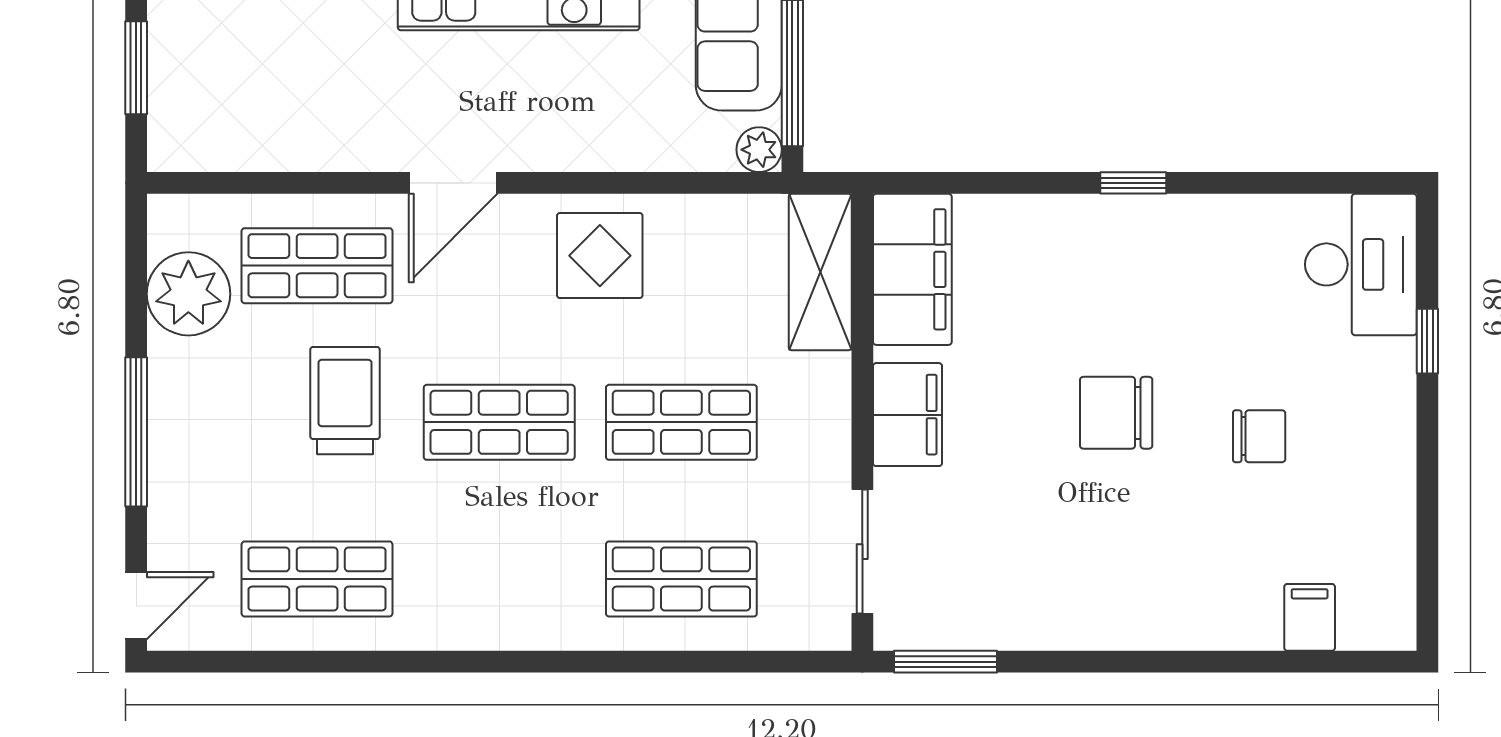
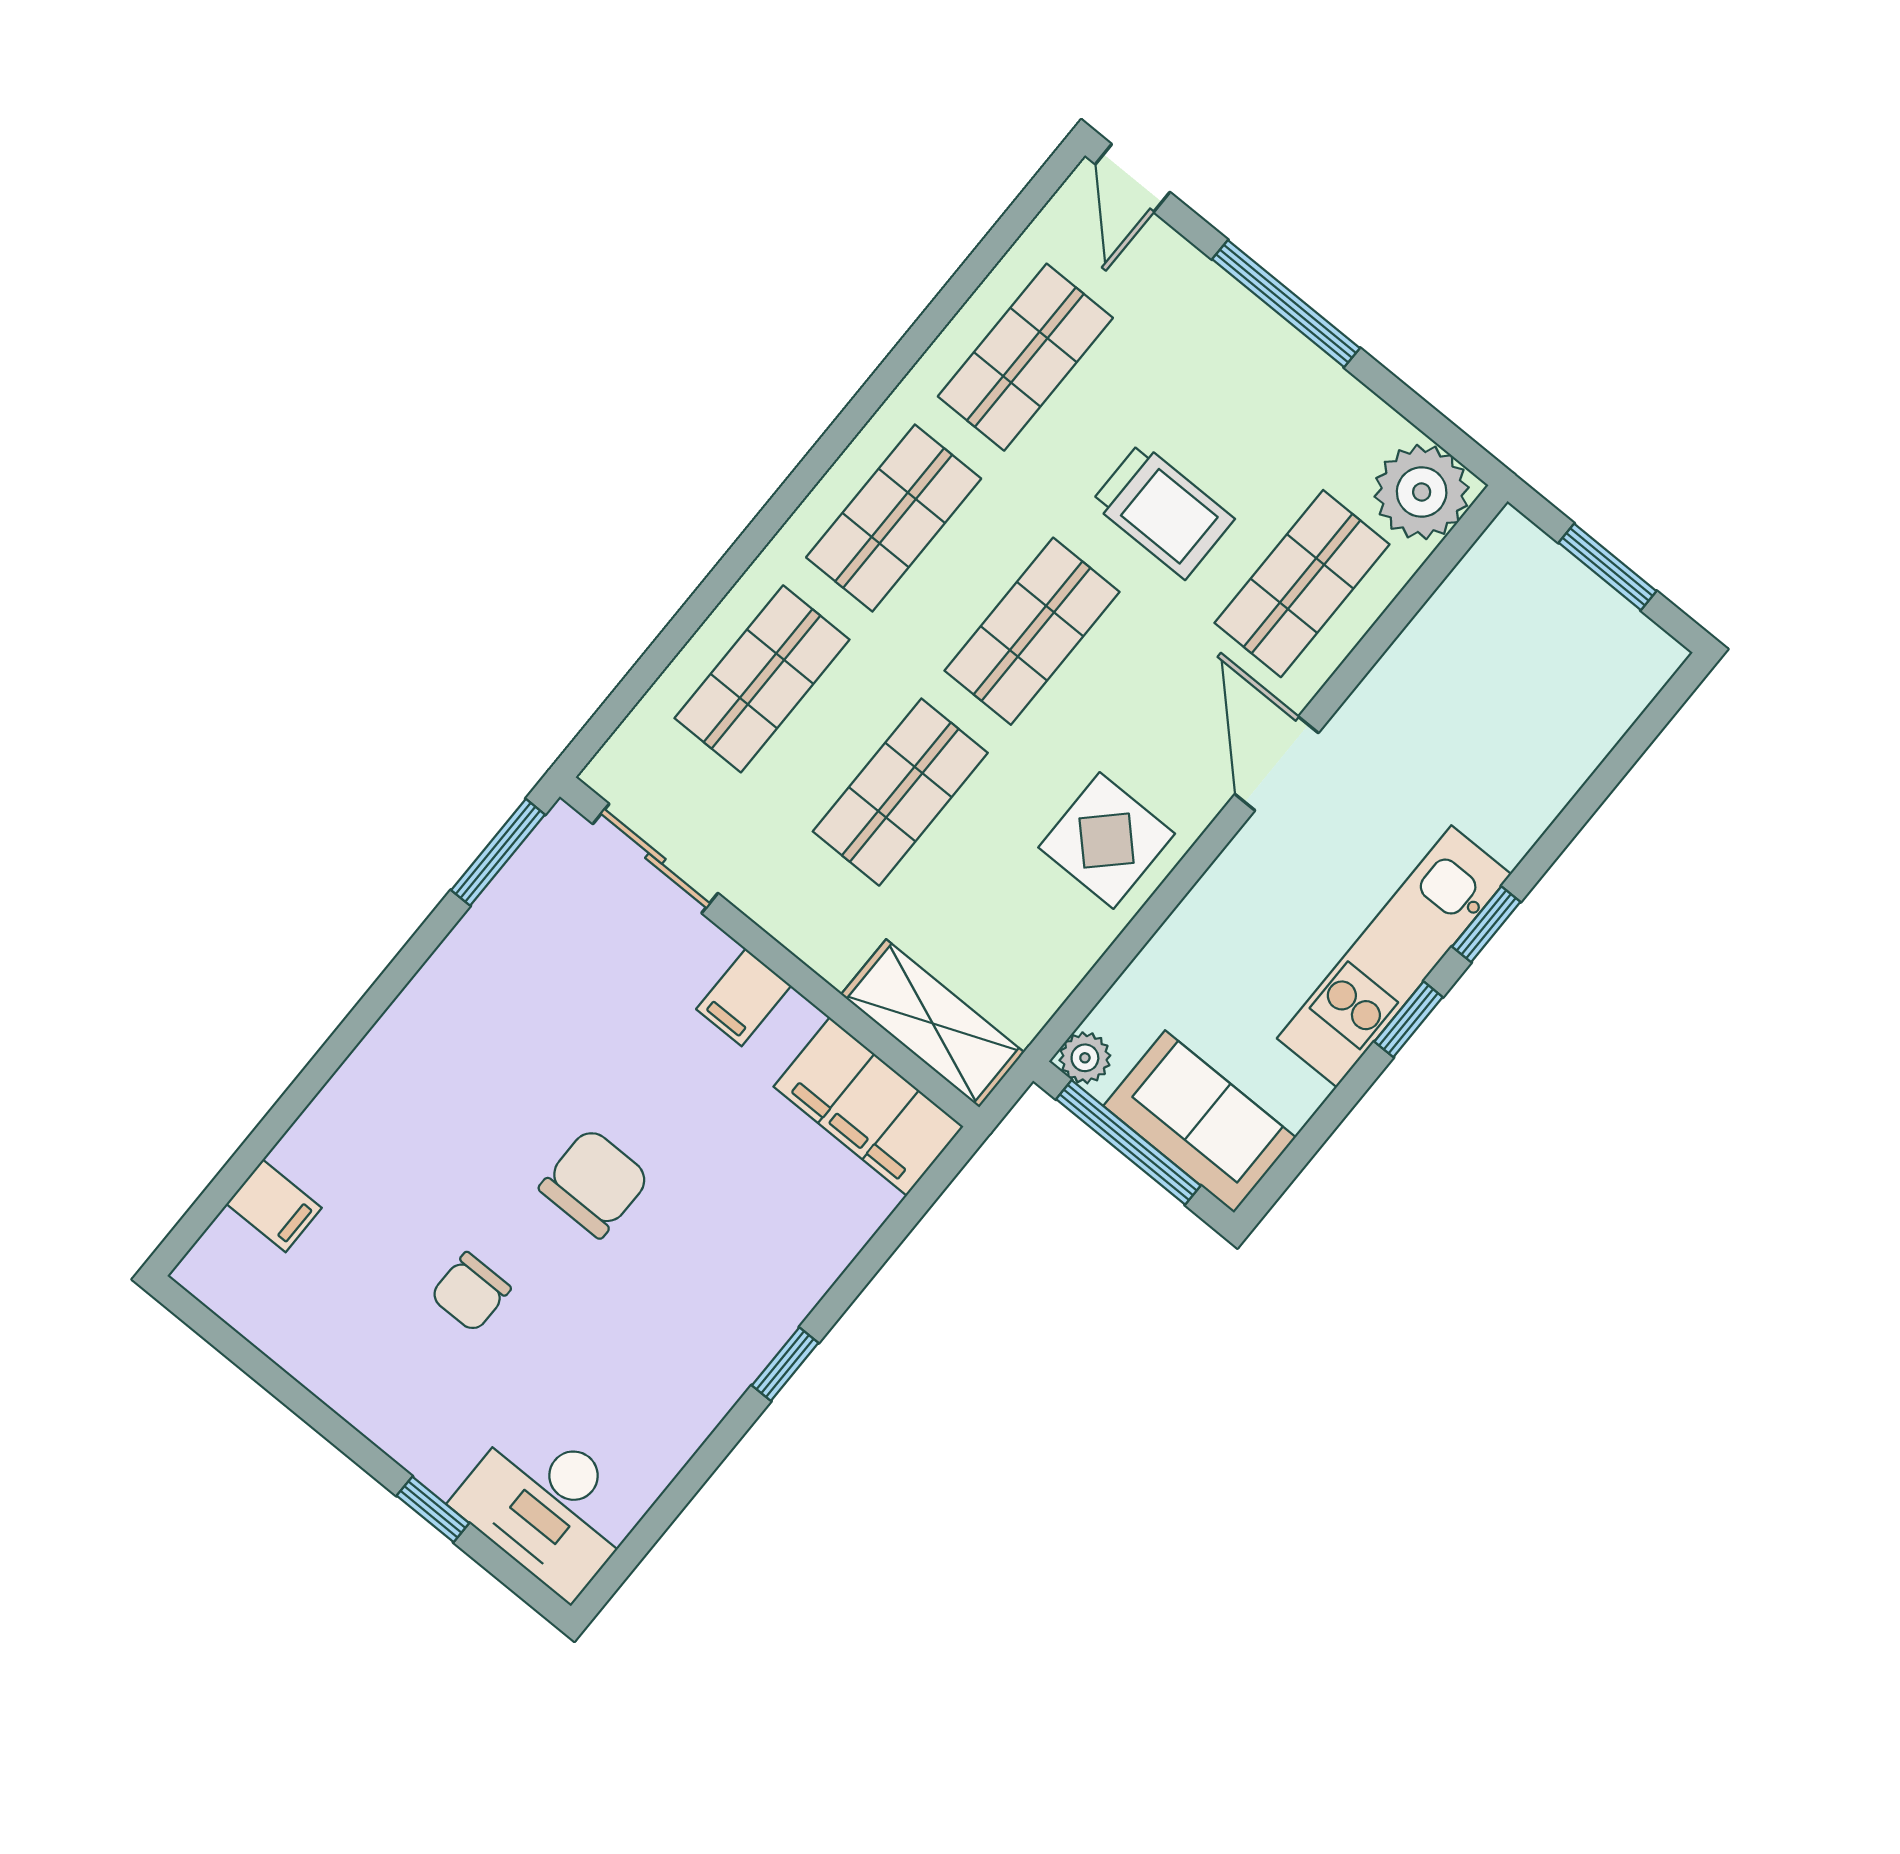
plant: (188, 294) -> (1422, 492), moved
filing cabinet: (908, 415) -> (744, 997), width x0.50
shop shelf: (499, 579) -> (894, 518), added

